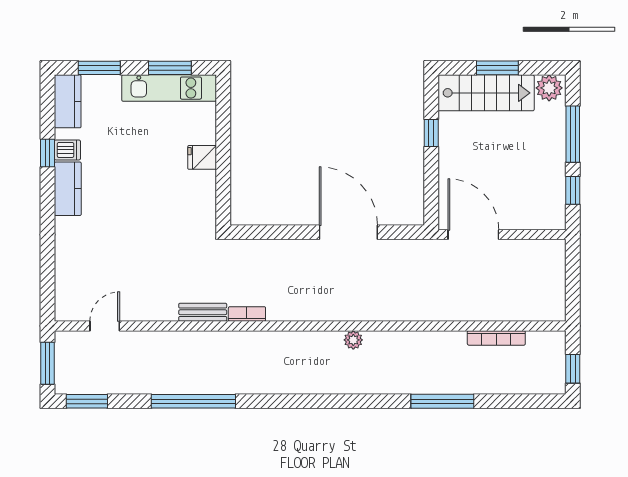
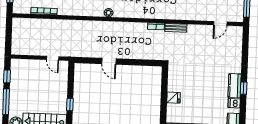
window: (47, 153) -> (244, 88), moved
door: (348, 232) -> (109, 61), width x0.53
door: (473, 235) -> (53, 58), width x0.53

